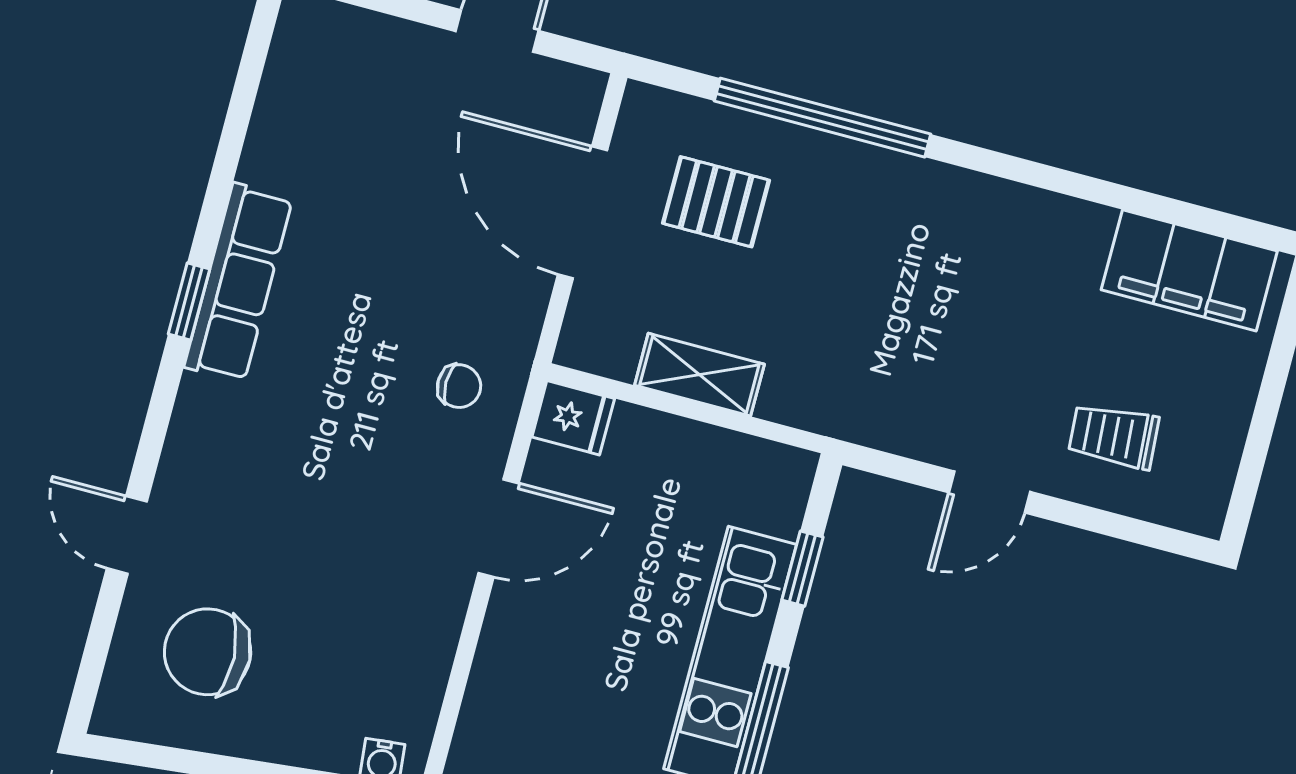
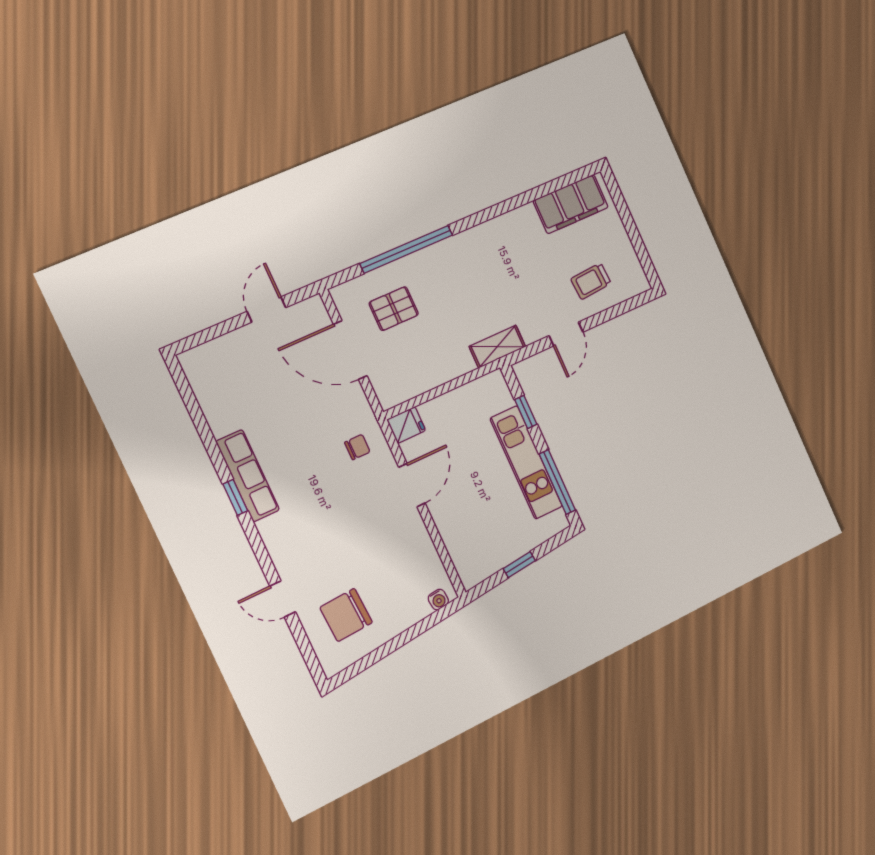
shelving: (699, 375) -> (497, 347), moved

